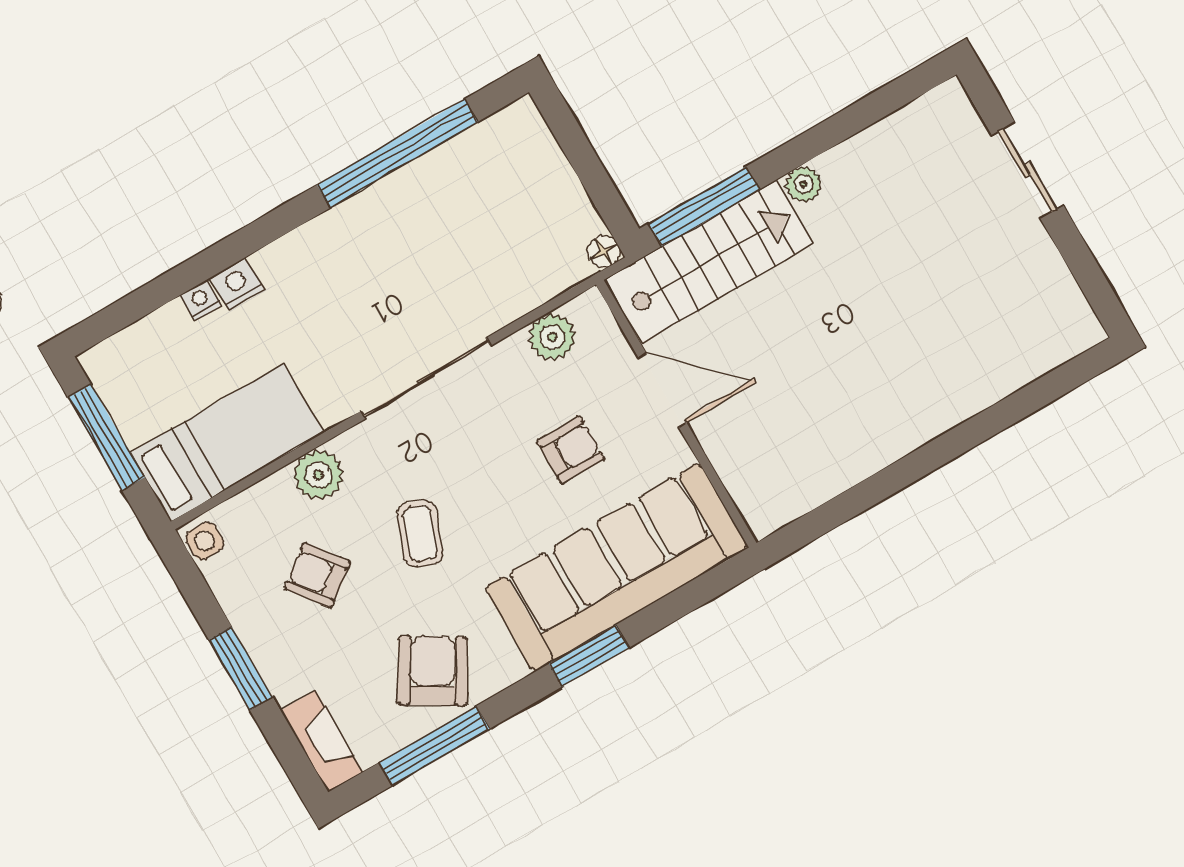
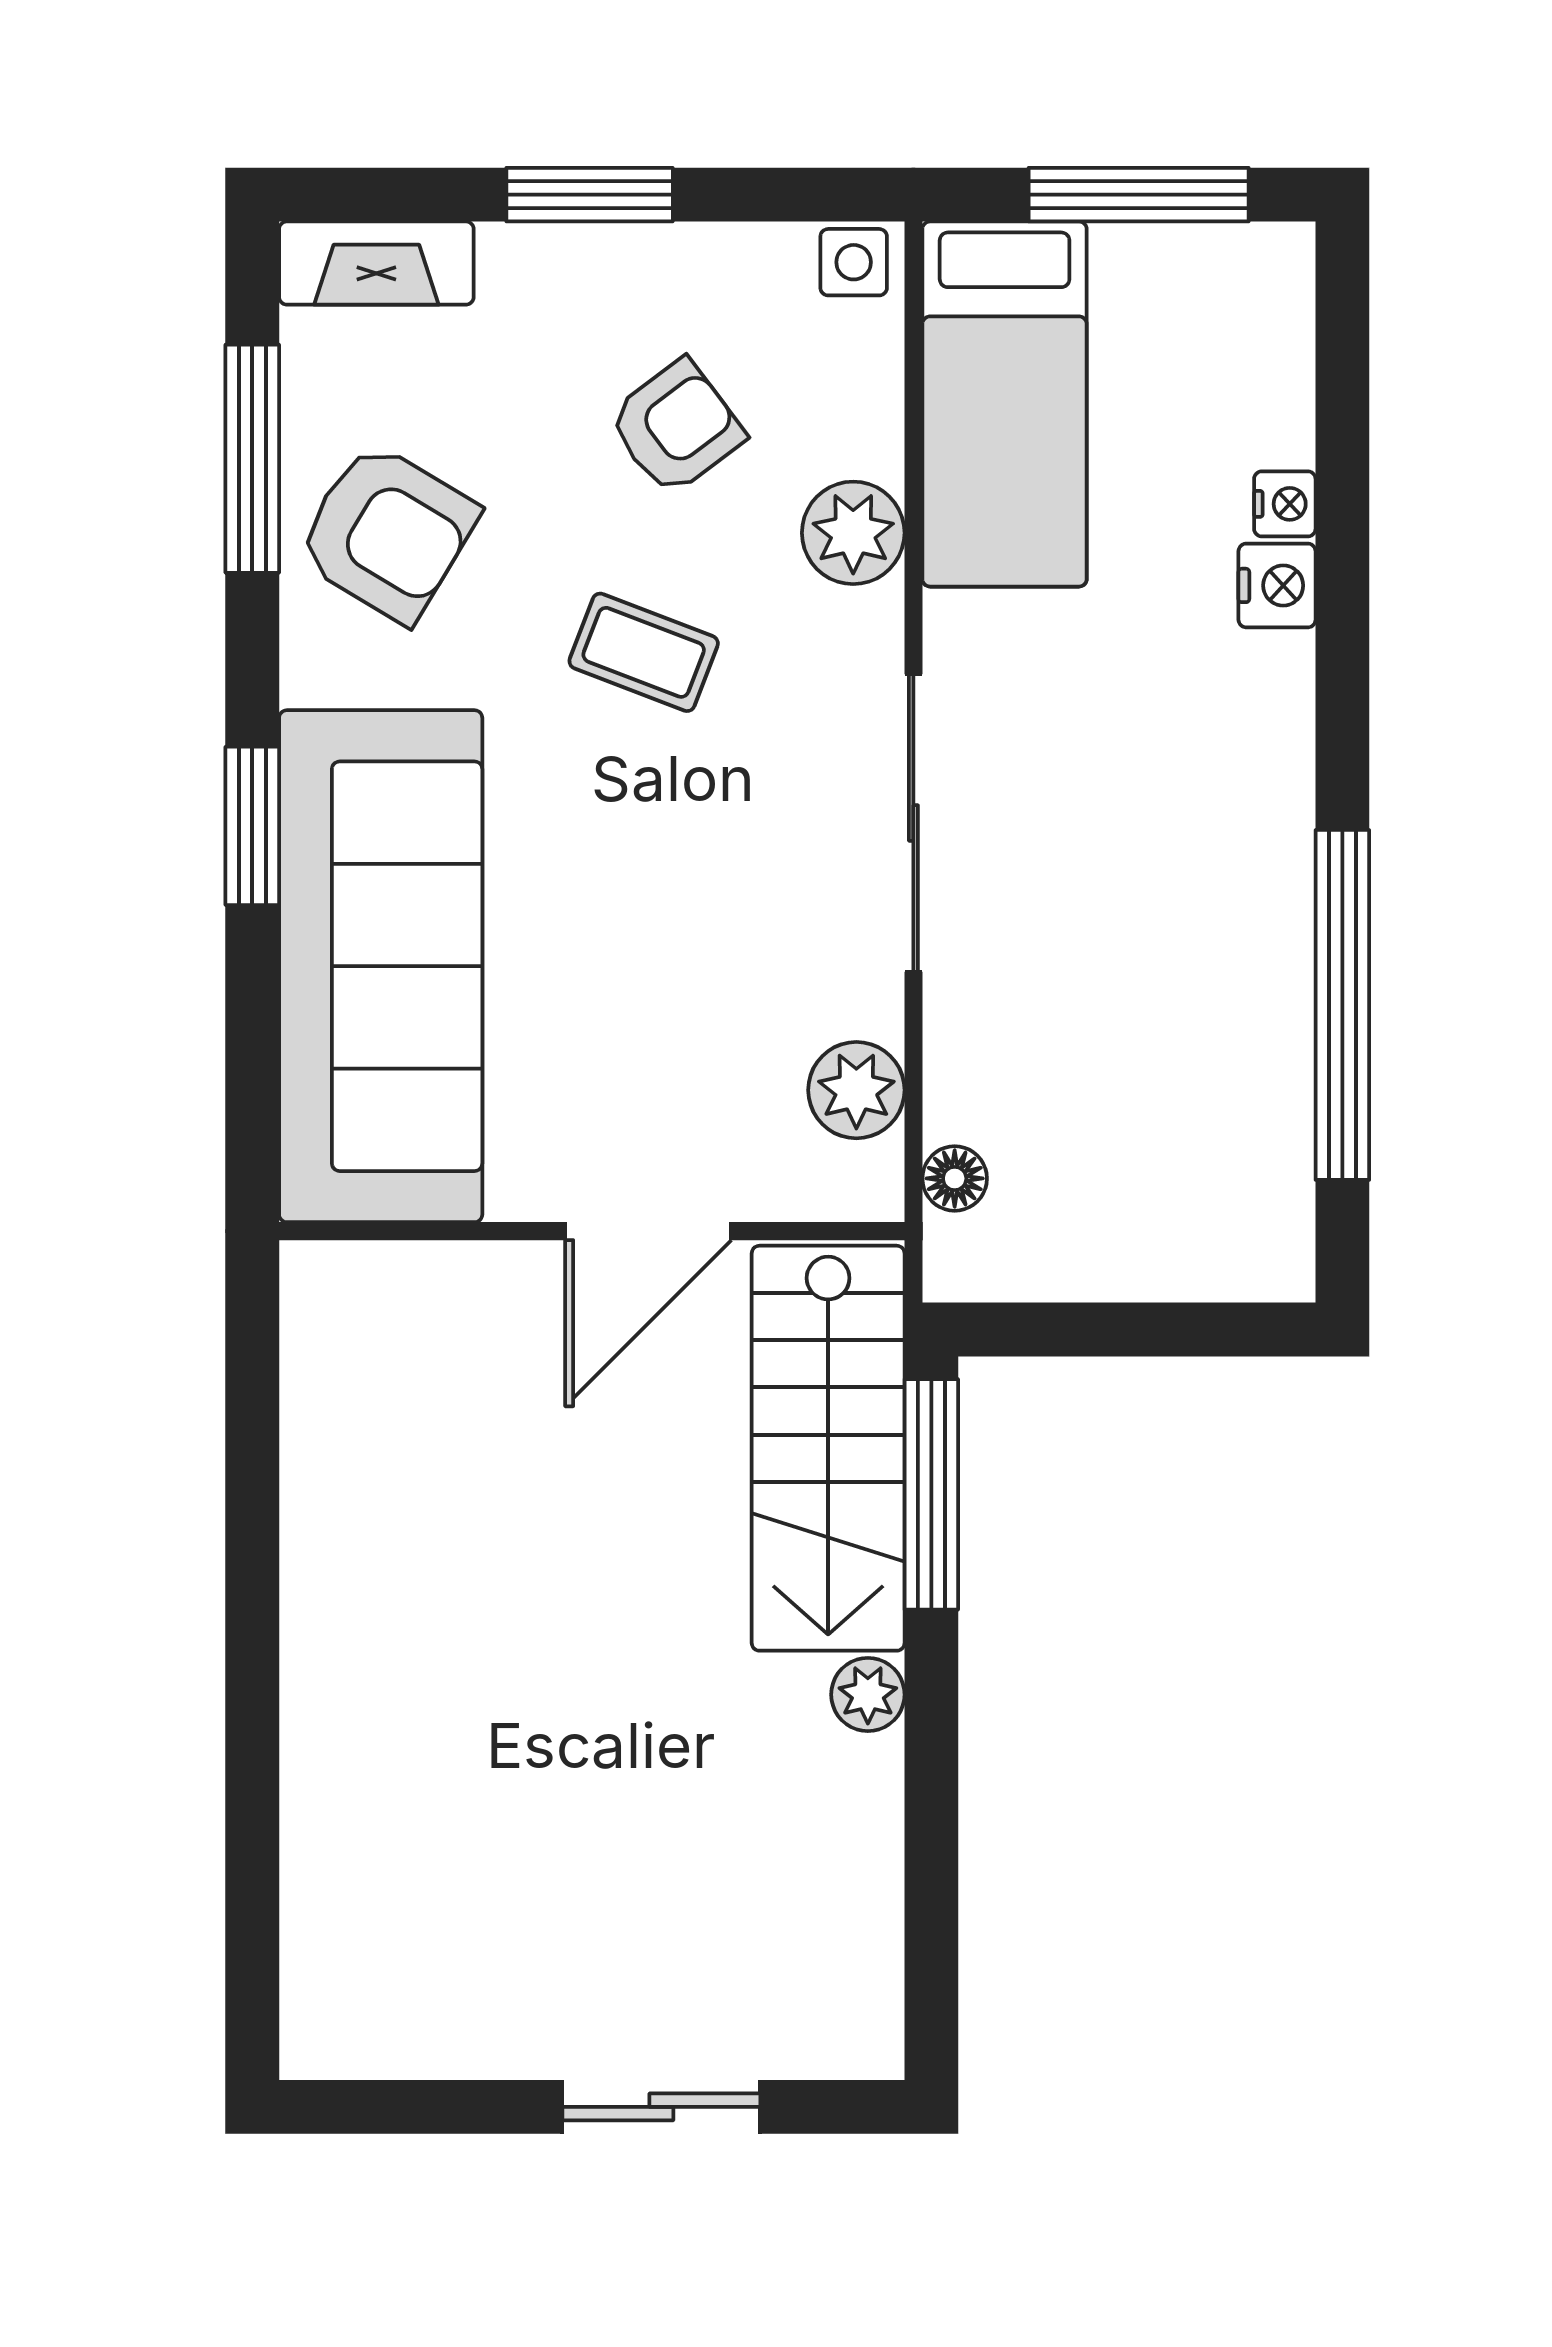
floor lamp: (604, 252) -> (955, 1178), moved
armchair: (571, 450) -> (637, 1006), removed

